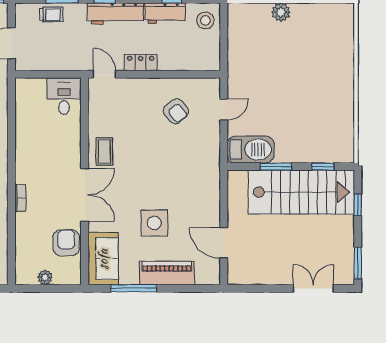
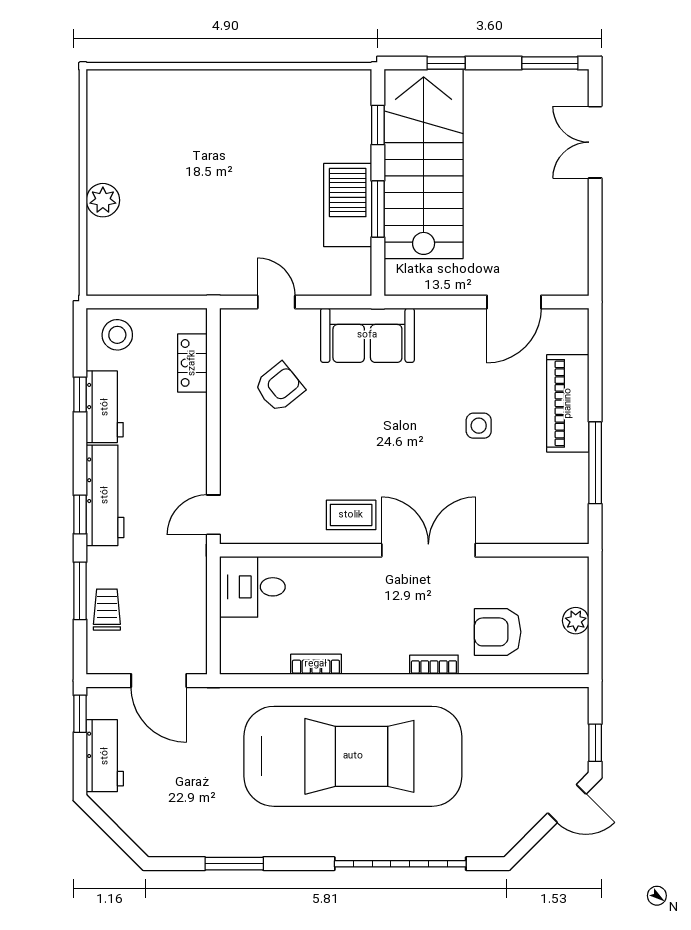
locker: (141, 63) -> (192, 363), moved
bookcase: (21, 132) -> (316, 664), added
barbecue: (251, 150) -> (348, 205), moved
side table: (154, 223) -> (479, 426), width x0.54, depth x0.54
armchair: (66, 243) -> (498, 632), moved
sofa: (103, 259) -> (367, 335), moved, turned 180

